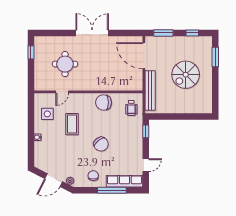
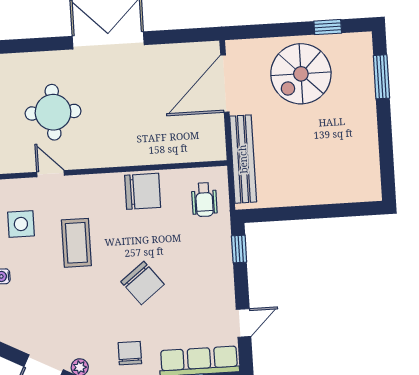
window: (163, 33) -> (265, 31), removed
door: (144, 56) -> (225, 84), hinge flipped
spiral stairs: (186, 75) -> (301, 74), moved
door: (62, 92) -> (50, 174), swing flipped
chair: (104, 102) -> (143, 191), turned 180

